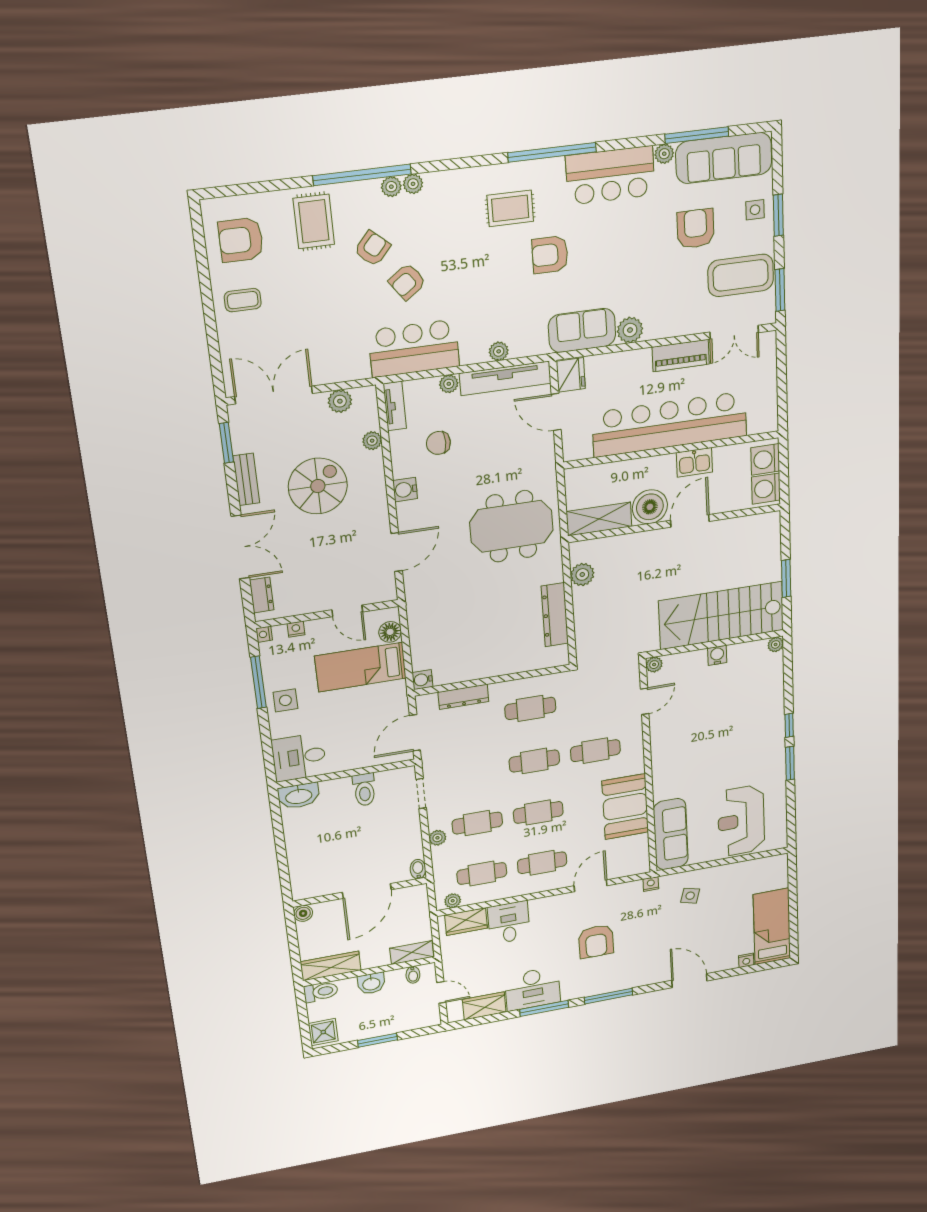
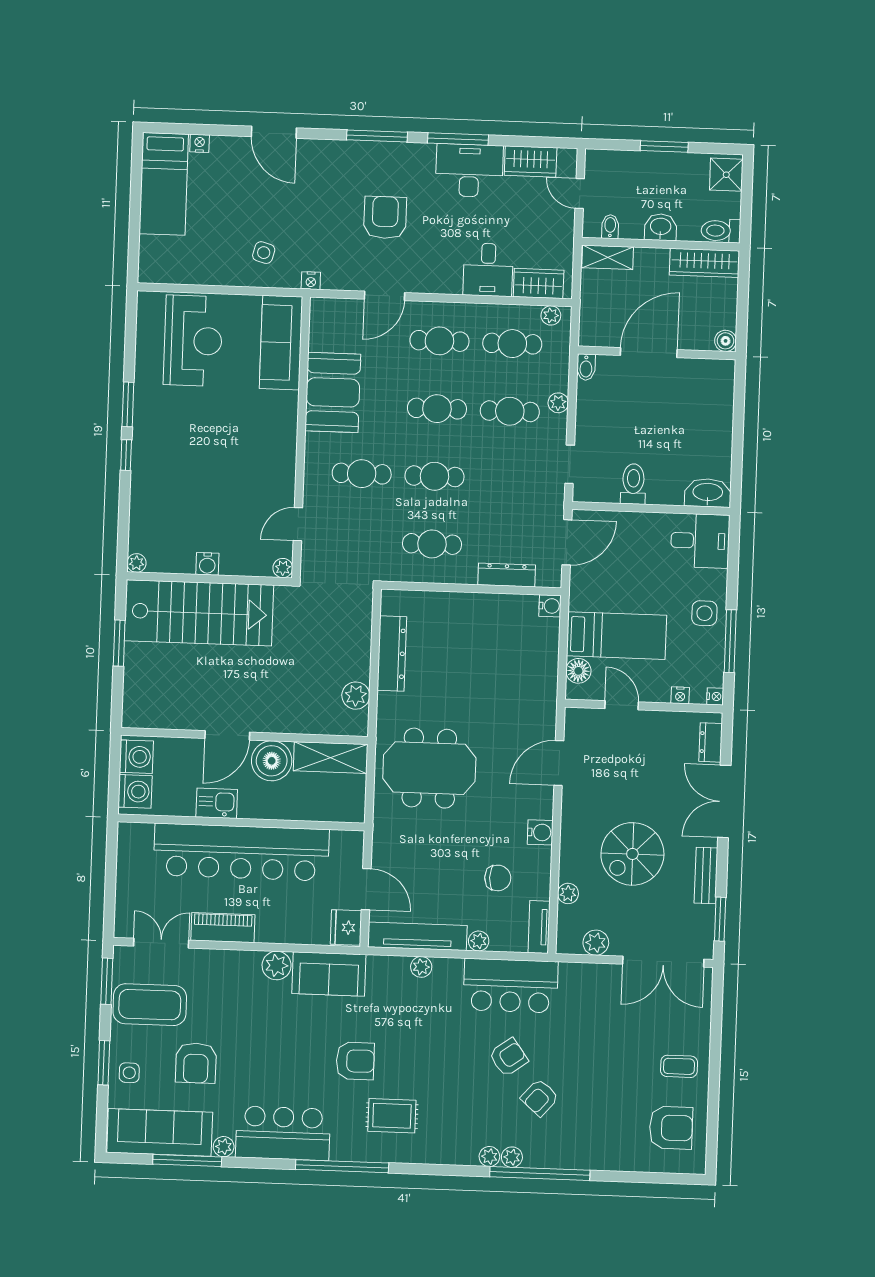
rug: (314, 221) -> (595, 1135), removed

